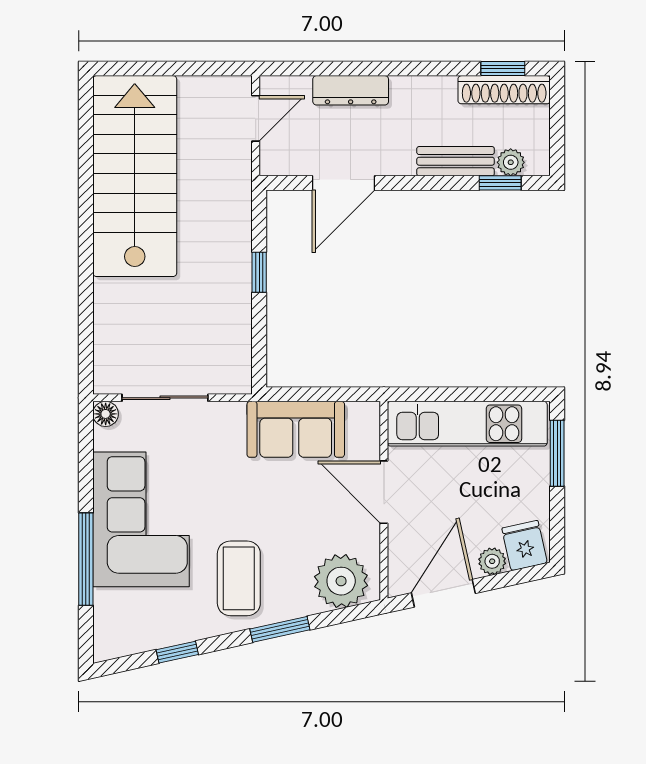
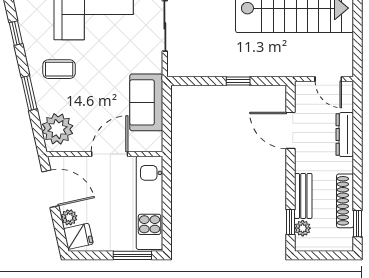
shoe rack: (504, 90) -> (345, 201), moved
coffee table: (239, 578) -> (59, 69), width x0.73, depth x0.77

